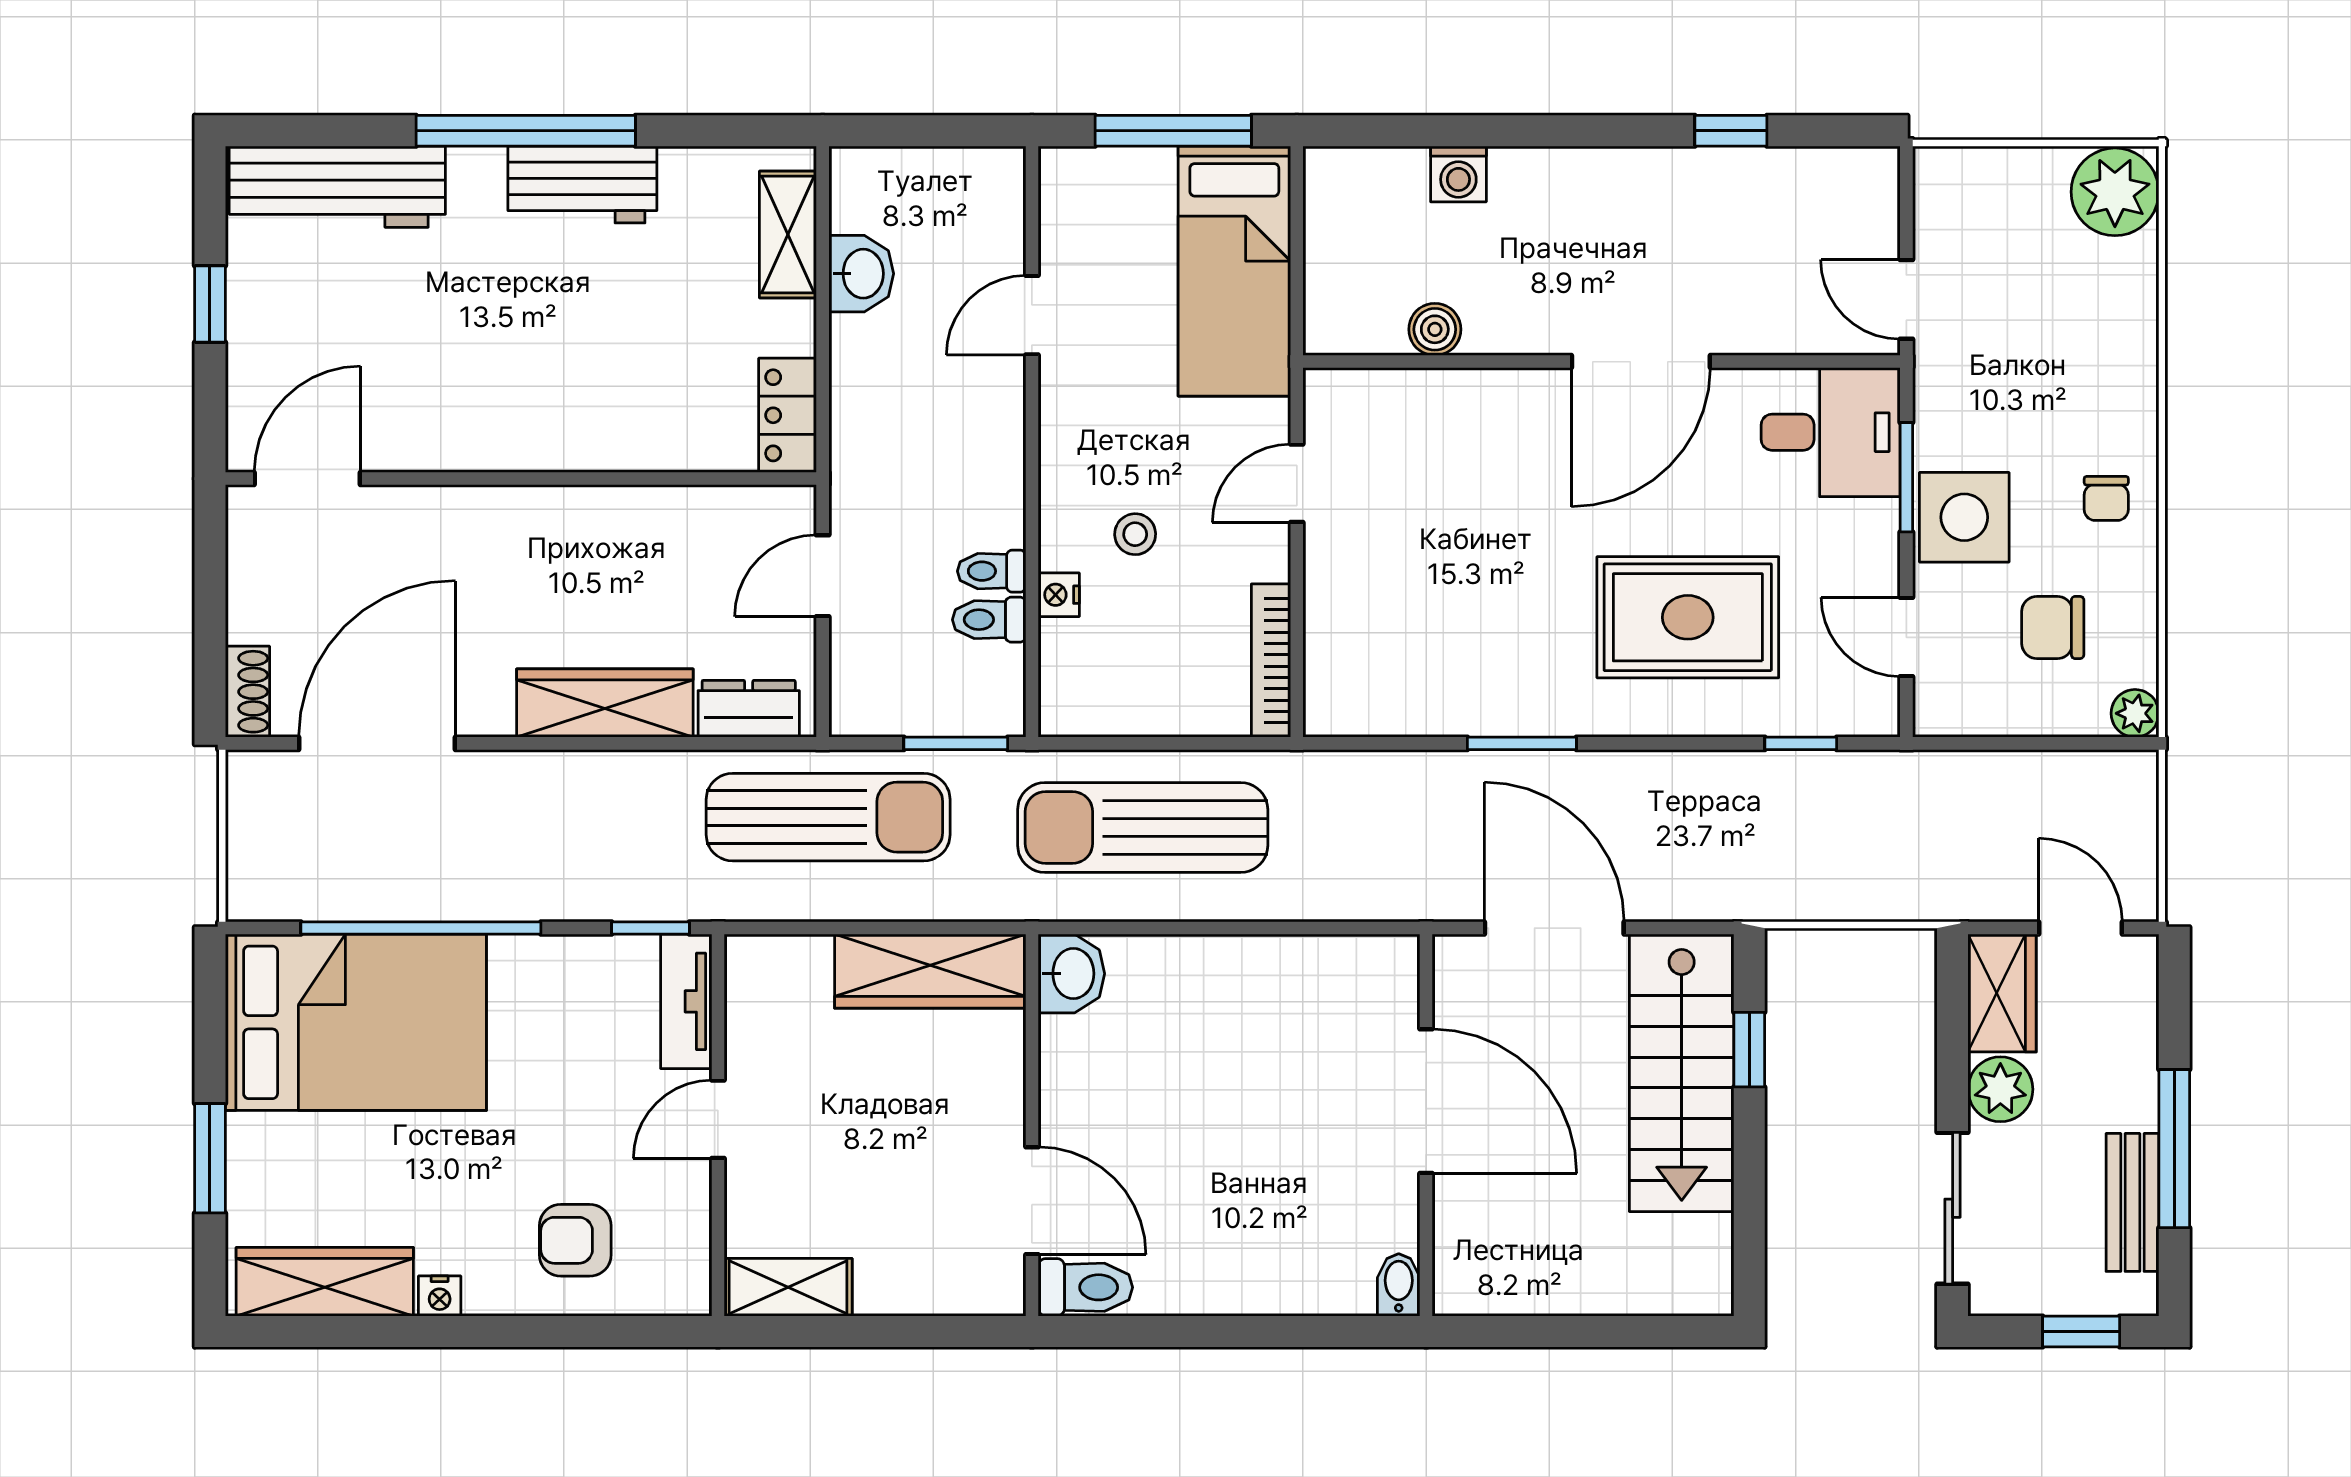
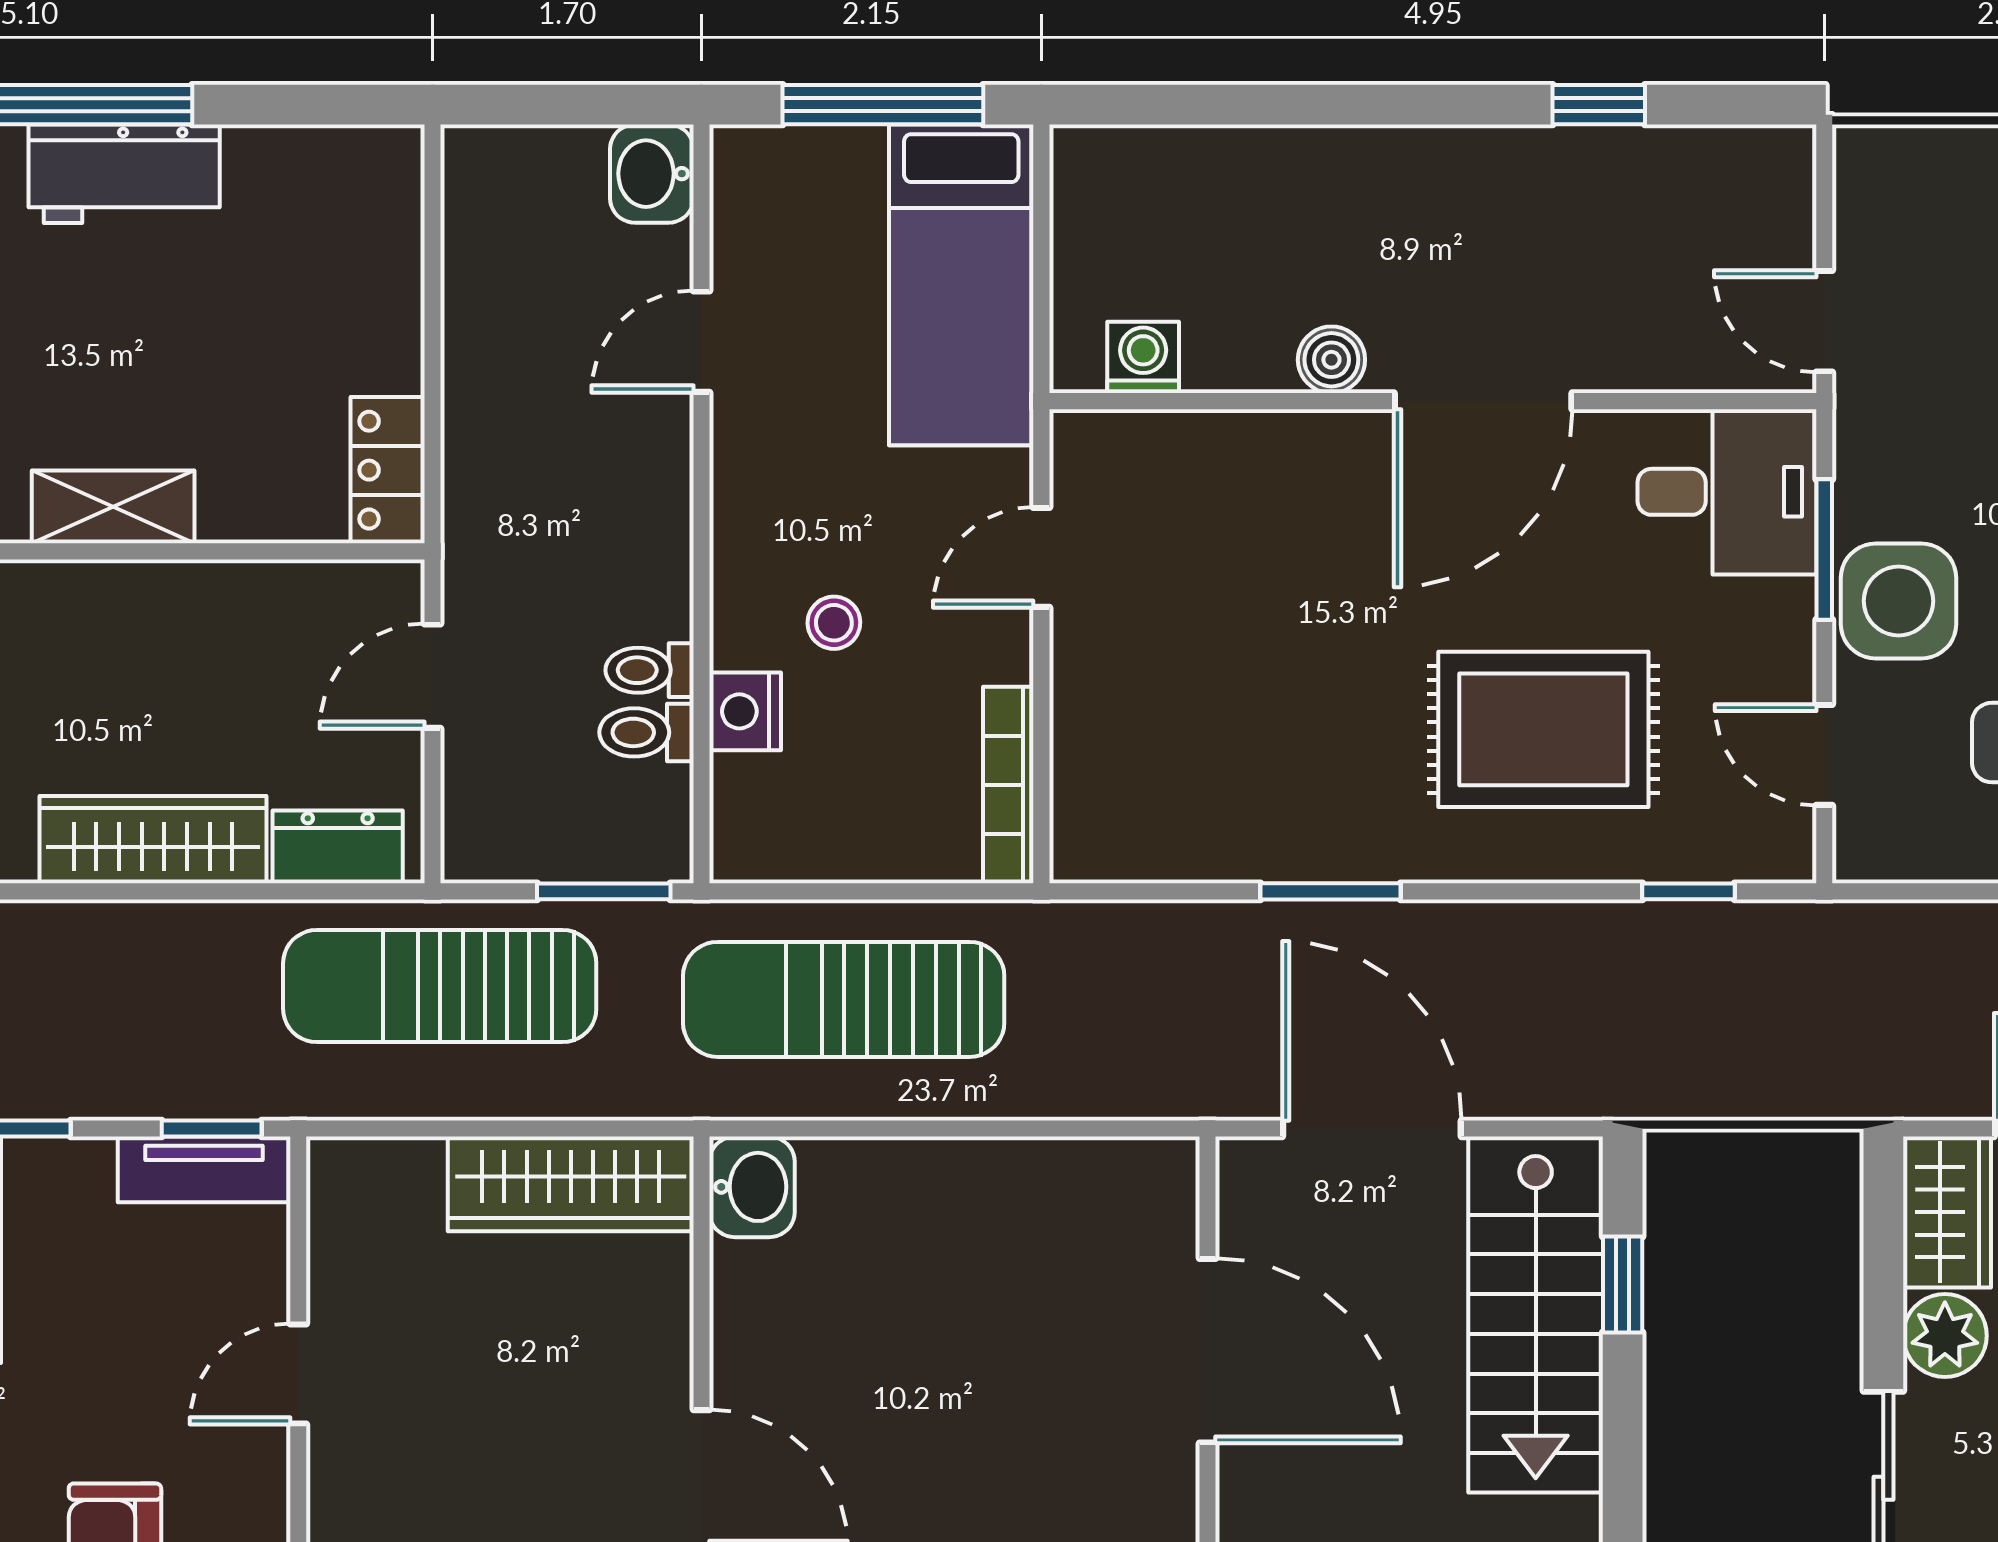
washing machine: (1458, 174) -> (1143, 357), moved, turned 180
shelving: (788, 234) -> (113, 507), moved, turned 90
washbasin: (861, 274) -> (652, 174), moved, turned 180
boiler: (1435, 329) -> (1331, 360), moved
nightstand: (1059, 595) -> (745, 711), width x1.39, depth x1.35
sun lounger: (828, 817) -> (440, 986), turned 180
tv unit: (686, 1001) -> (204, 1169), moved, turned -90

